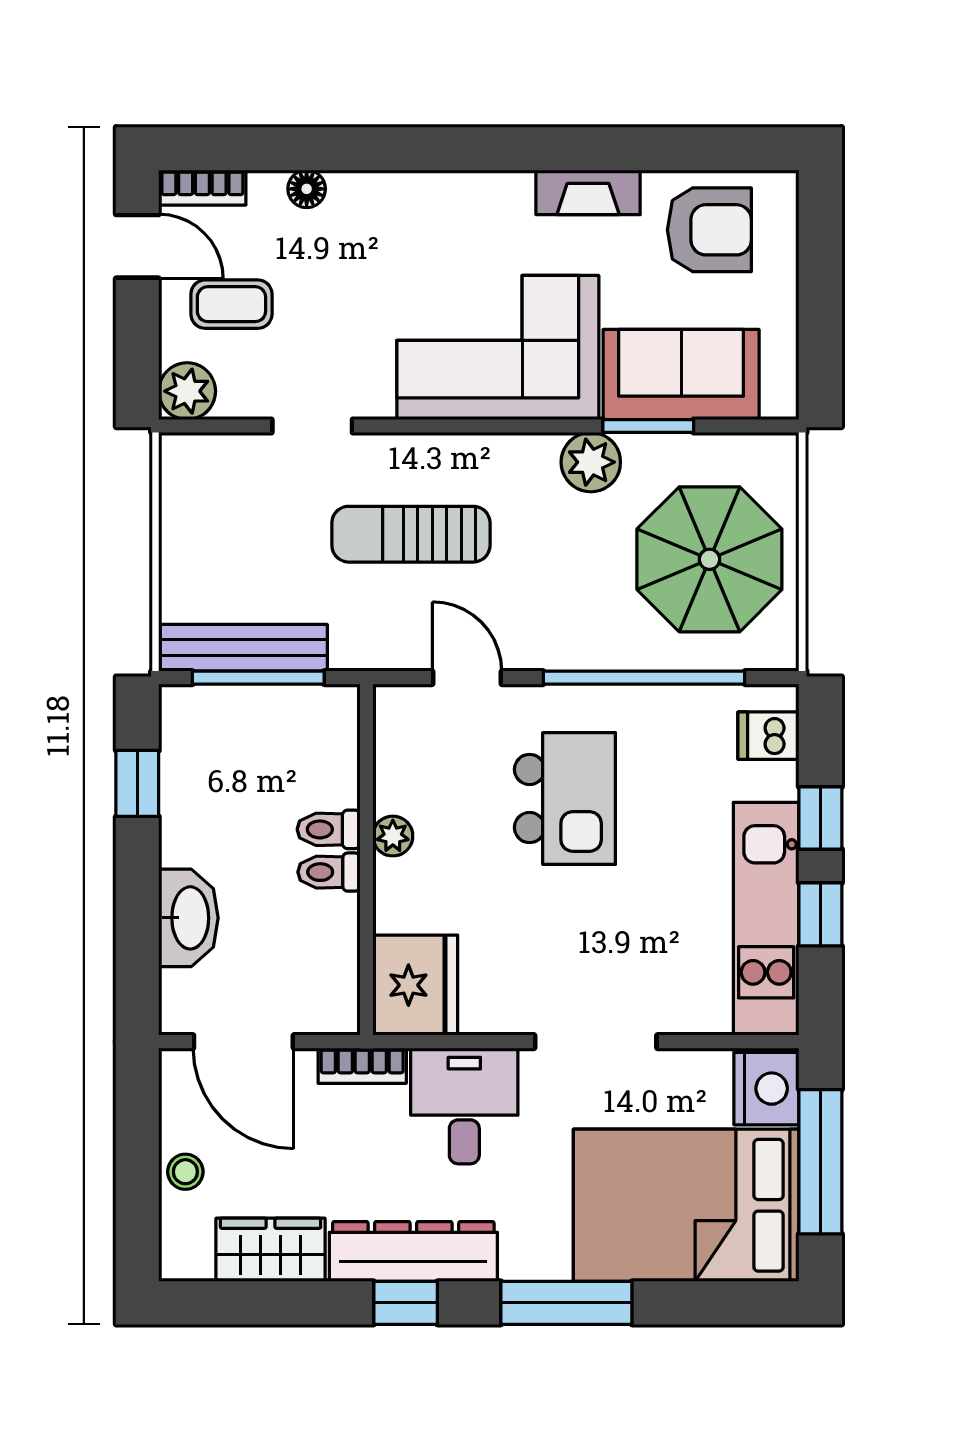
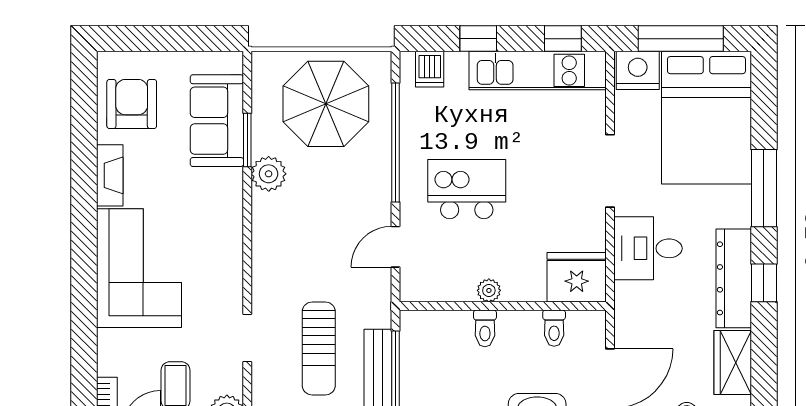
floor lamp: (307, 189) -> (108, 341), removed
corner sofa: (498, 348) -> (139, 268), moved, turned 180
sun lounger: (411, 534) -> (319, 348), moved
toilet: (329, 872) -> (554, 328), moved
window: (820, 914) -> (563, 39), moved
bookcase: (362, 1066) -> (624, 308), removed

